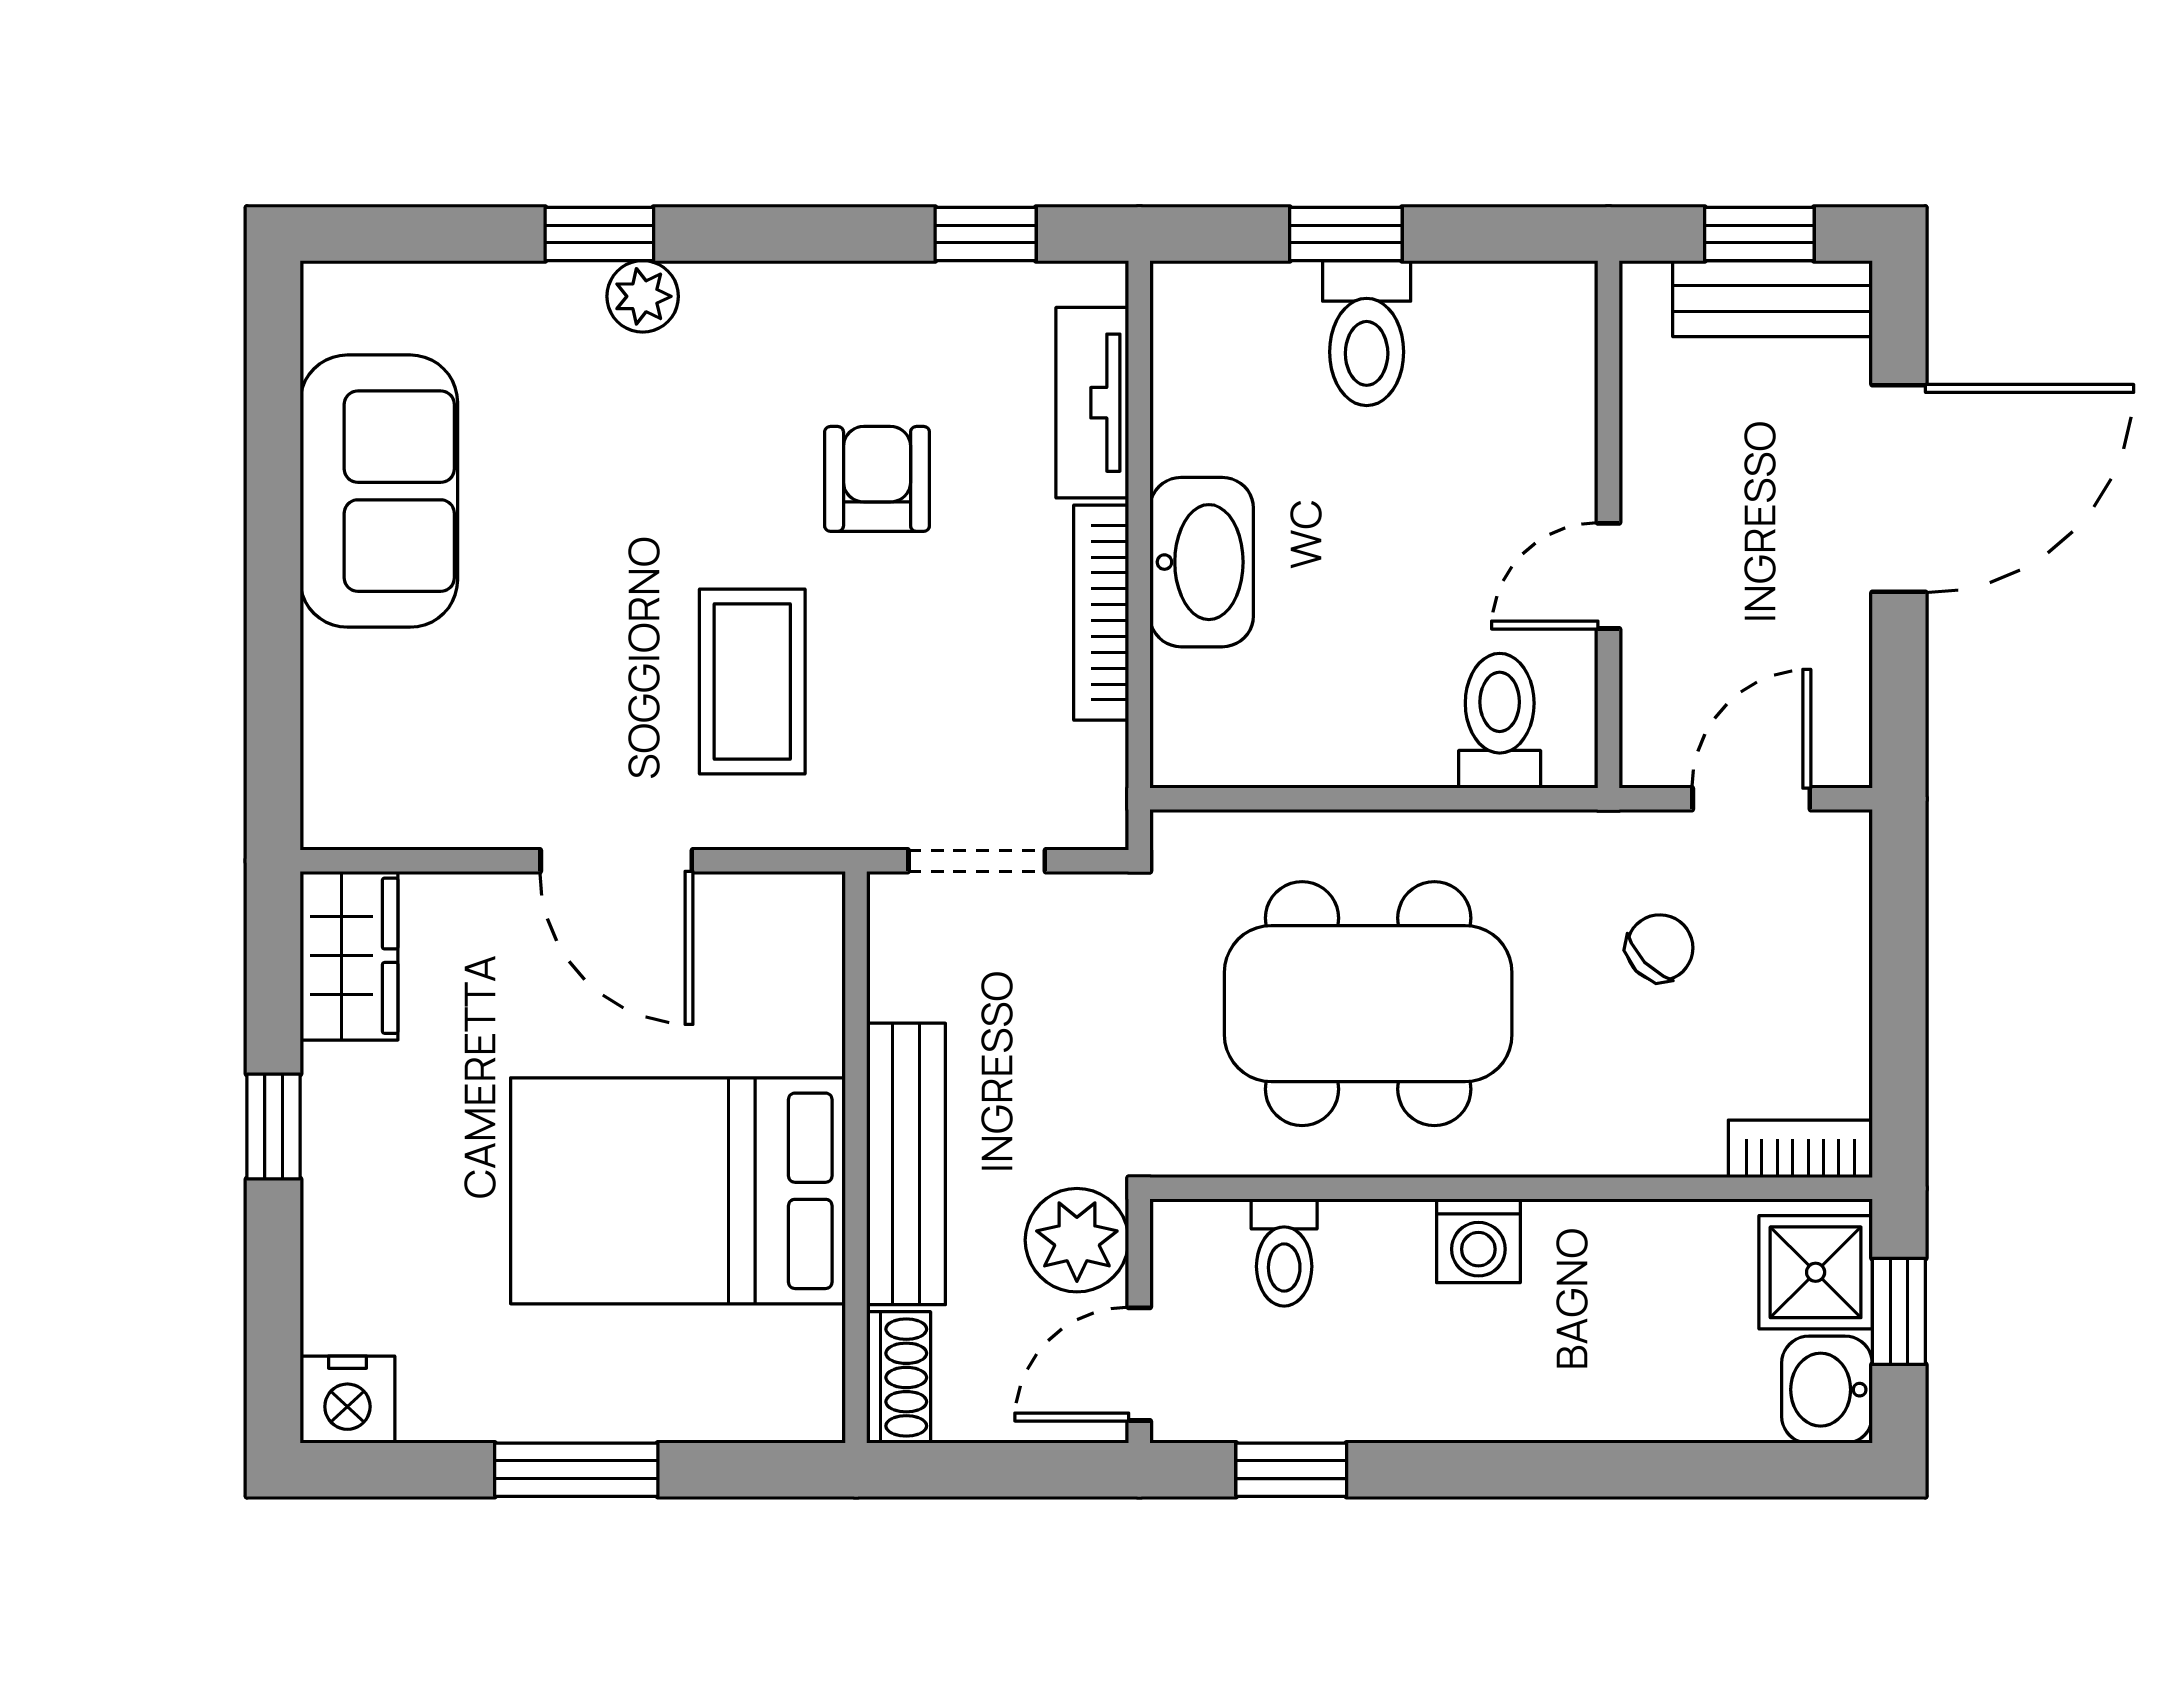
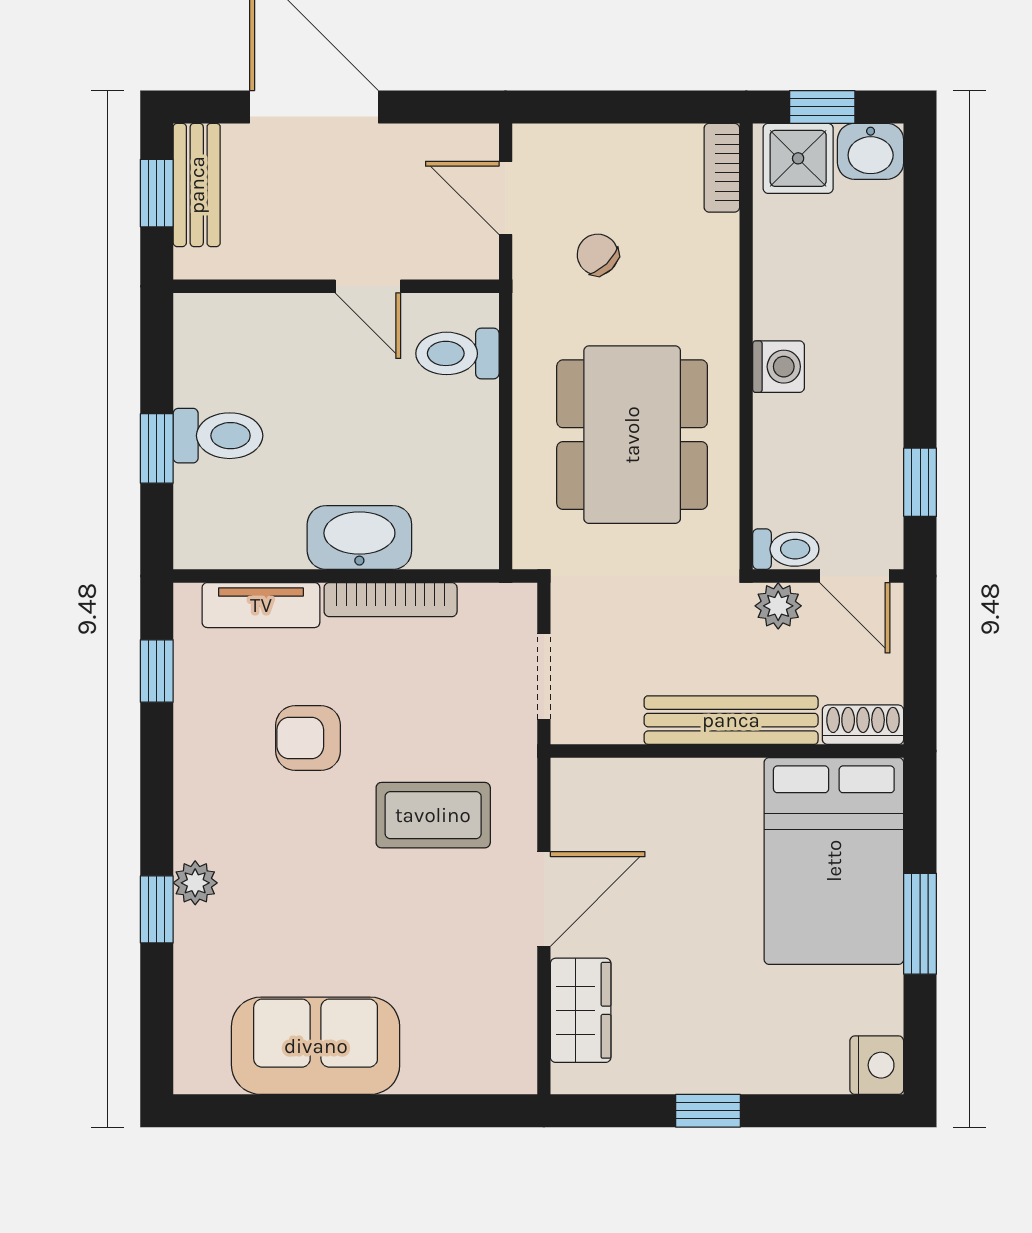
wardrobe: (349, 956) -> (581, 1010), moved, turned 90
bed: (678, 1191) -> (834, 861), moved
plant: (1077, 1240) -> (778, 606), width x0.73, depth x0.73
toilet: (1284, 1253) -> (786, 549), moved

